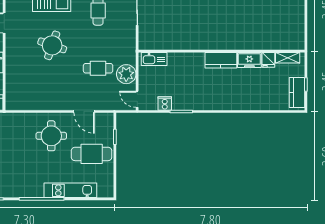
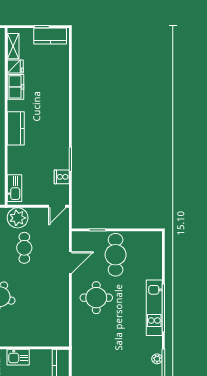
kitchen counter: (221, 60) -> (16, 128), moved
plant: (126, 74) -> (18, 218), moved
kitchen unit: (70, 190) -> (154, 308), moved

